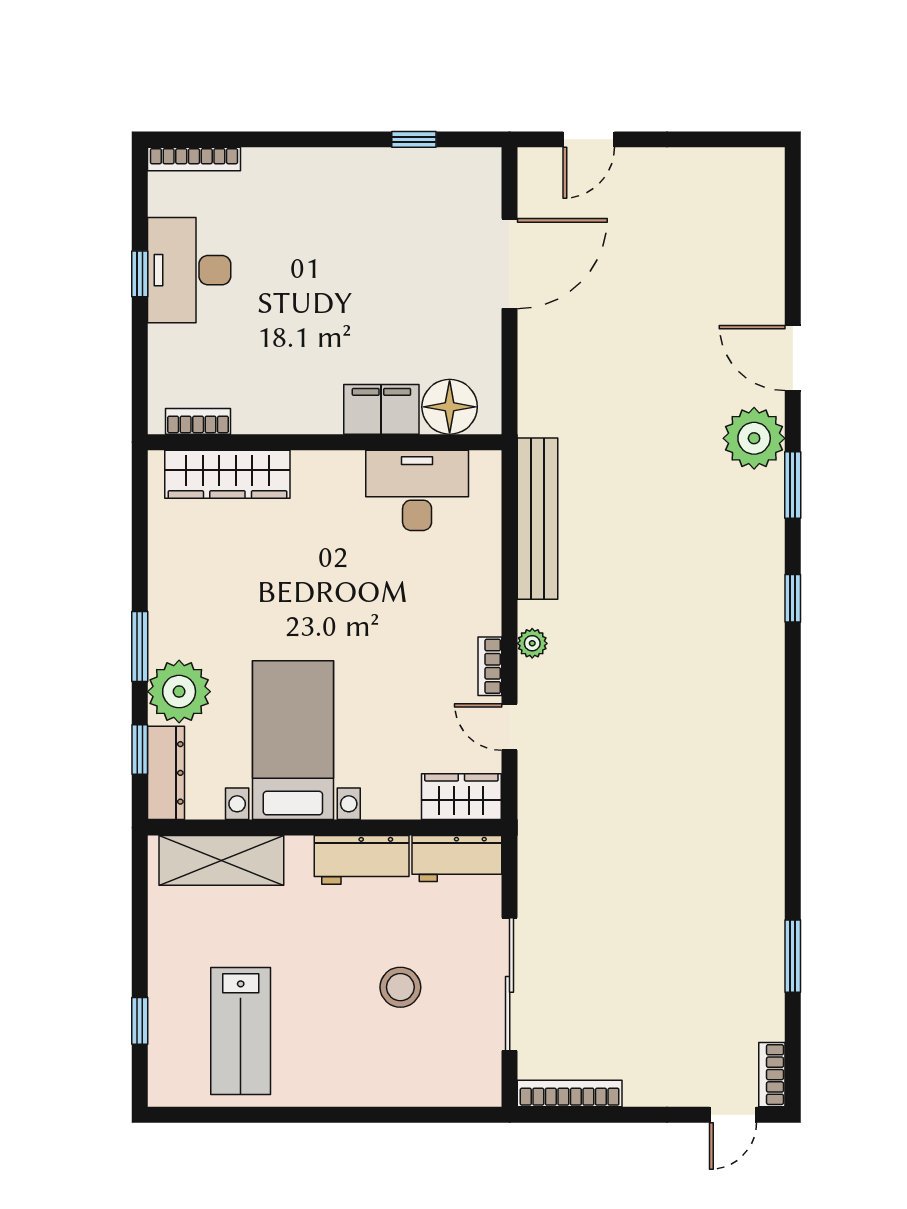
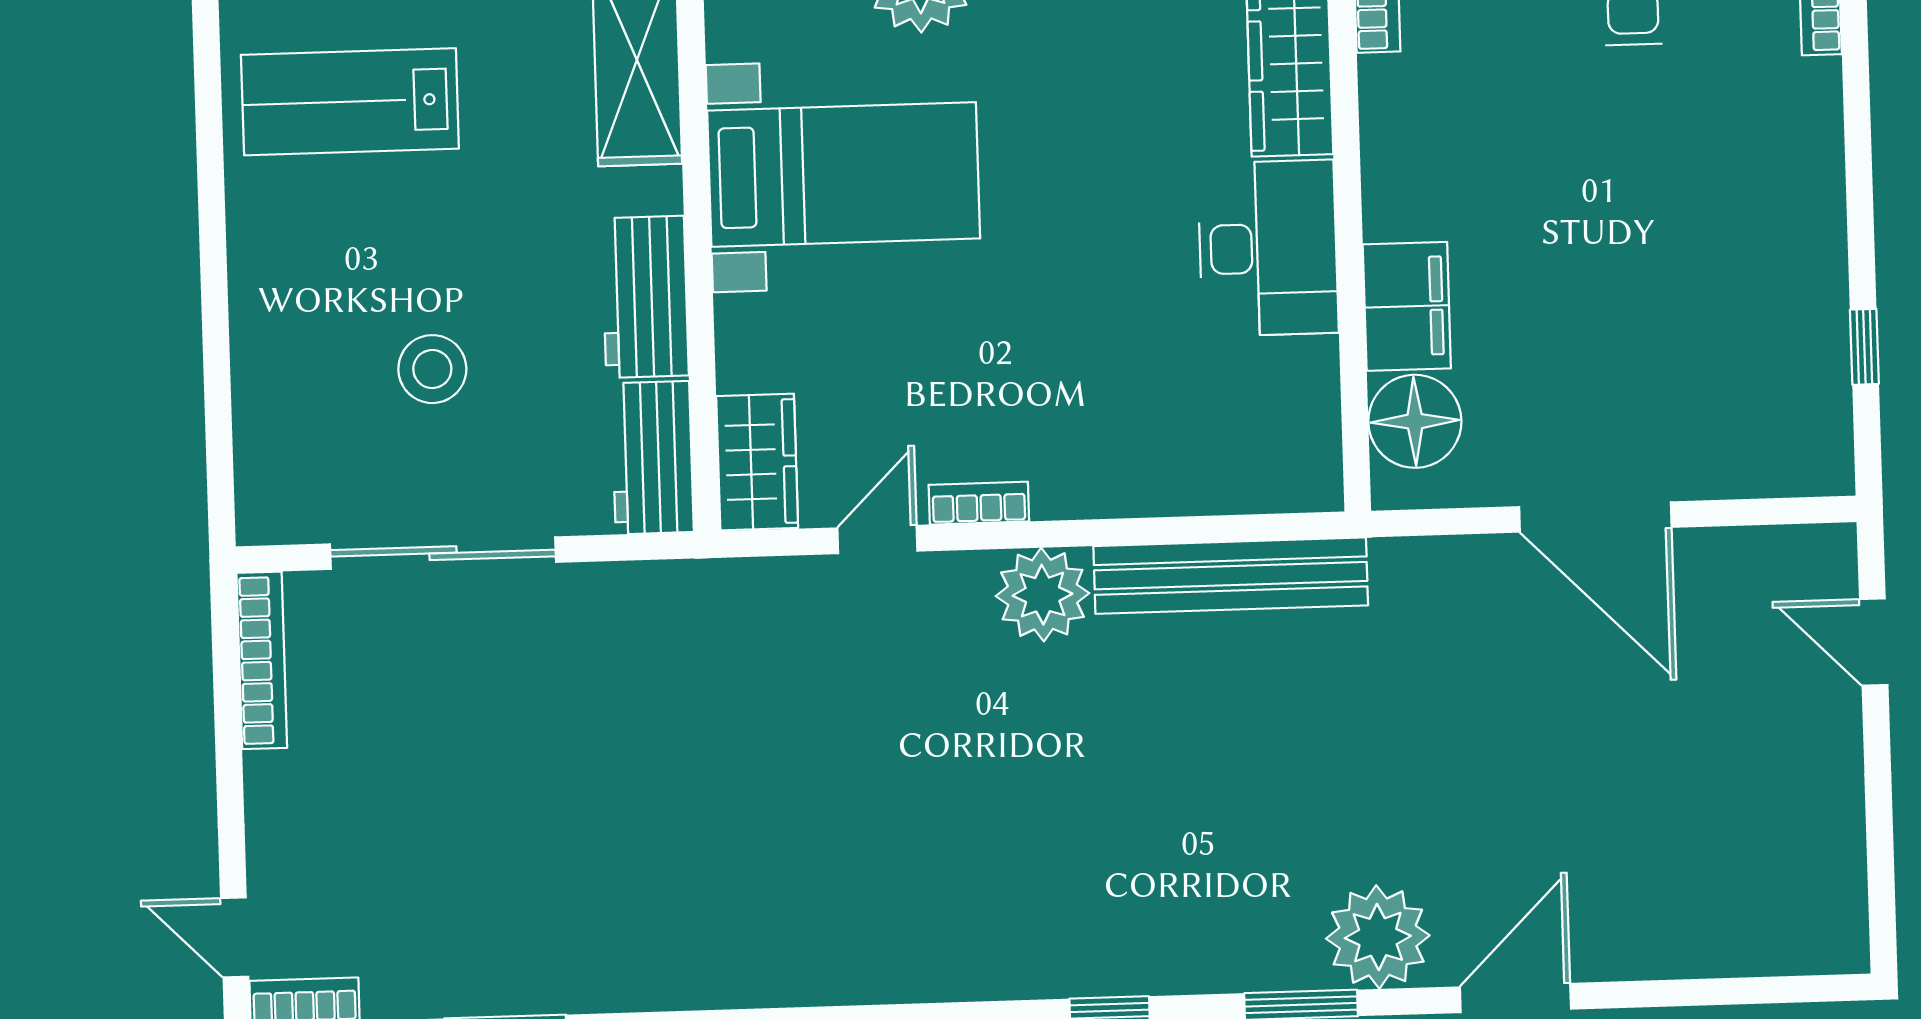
door: (510, 264) -> (1595, 517), moved
desk: (417, 490) -> (1268, 248), moved
plant: (532, 643) -> (1042, 595), width x1.88, depth x1.88

